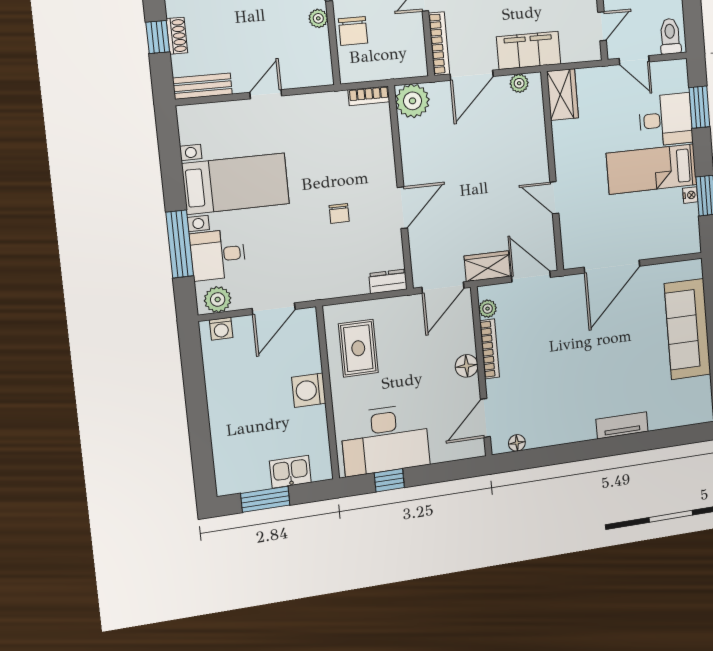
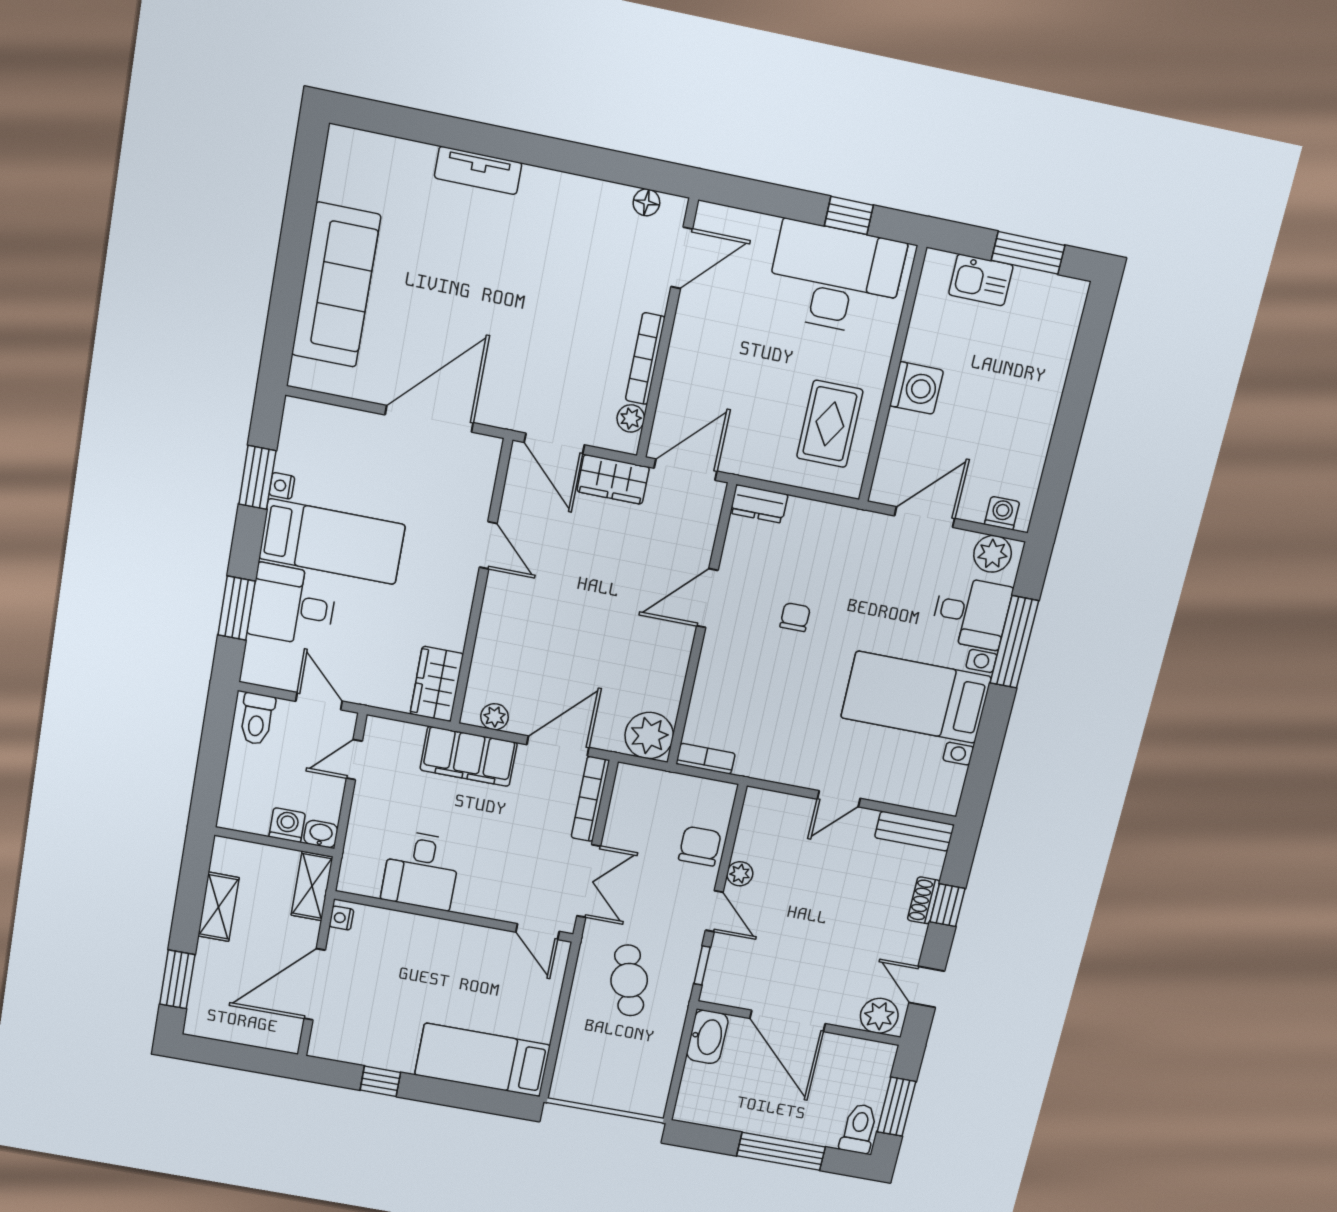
floor lamp: (467, 366) -> (686, 345), removed

